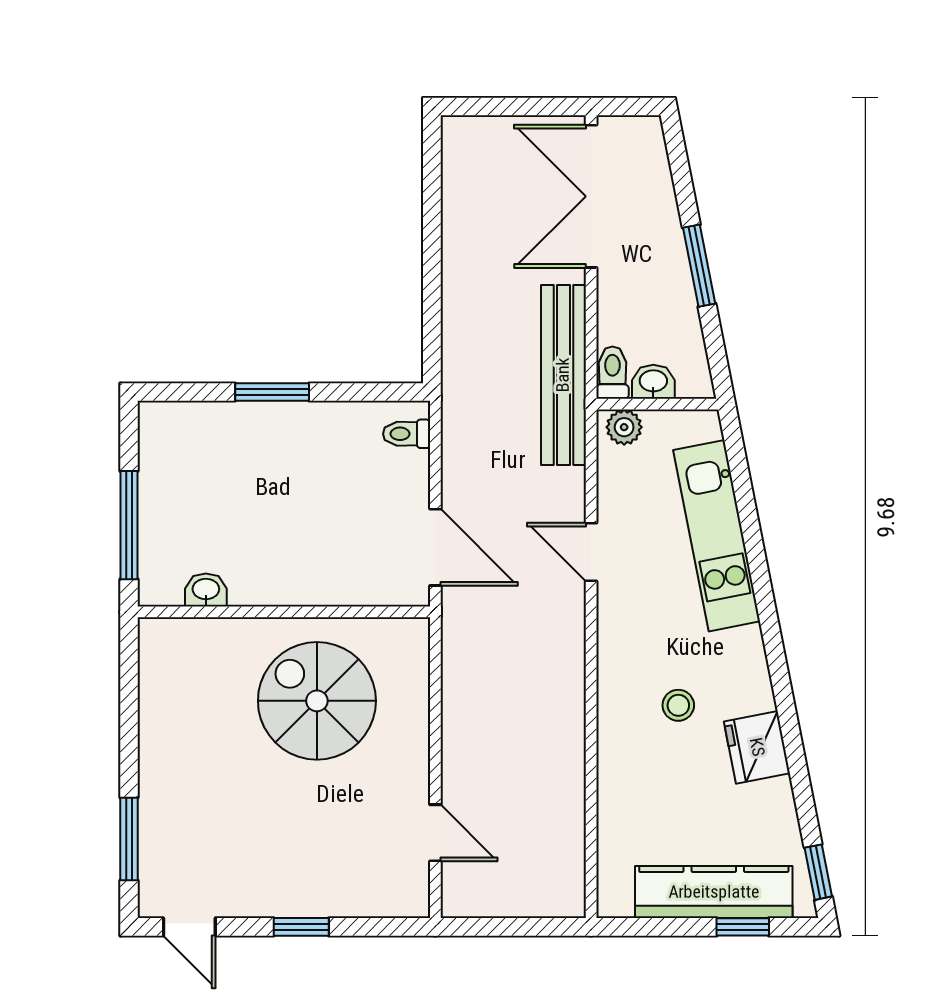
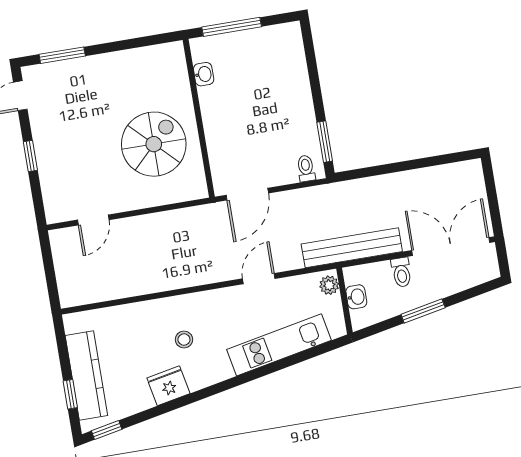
toilet: (612, 373) -> (401, 272), moved, turned 90
window: (272, 392) -> (325, 142), moved

